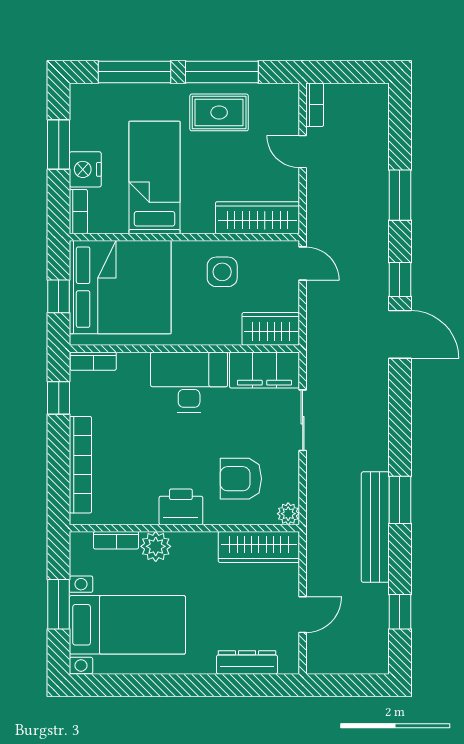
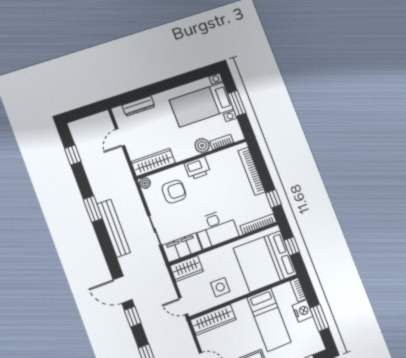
bookcase: (93, 361) -> (258, 224), width x1.56
bench: (375, 527) -> (114, 228), moved

